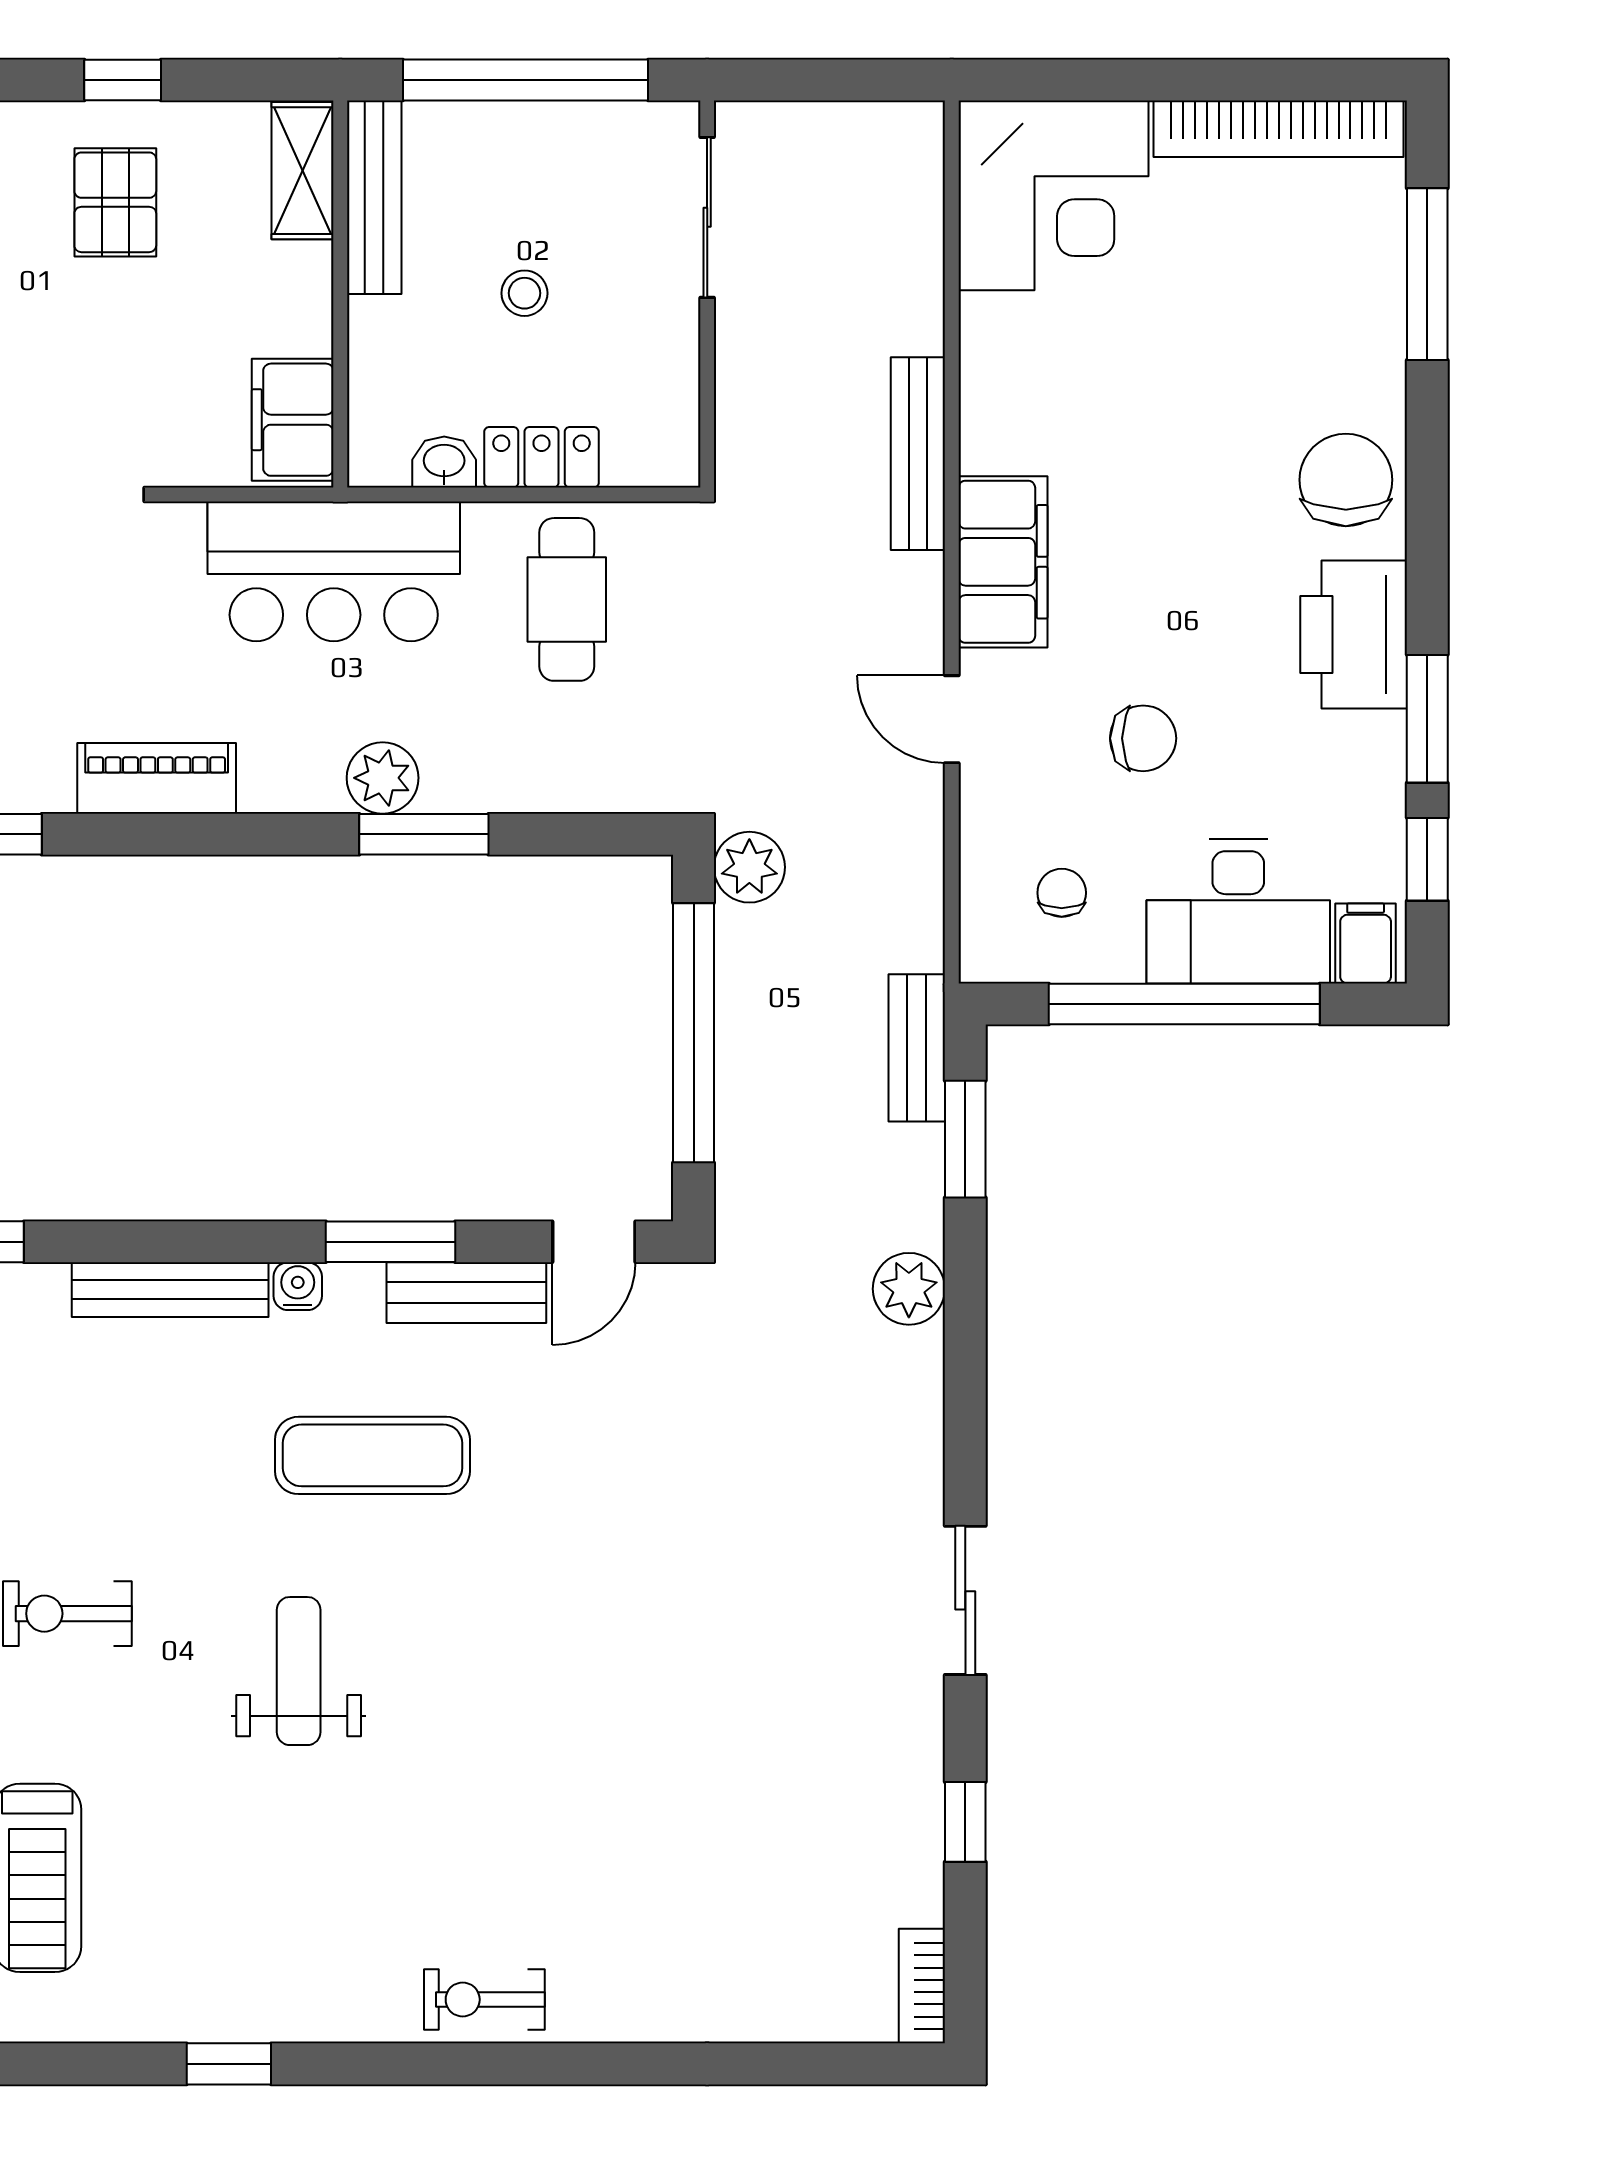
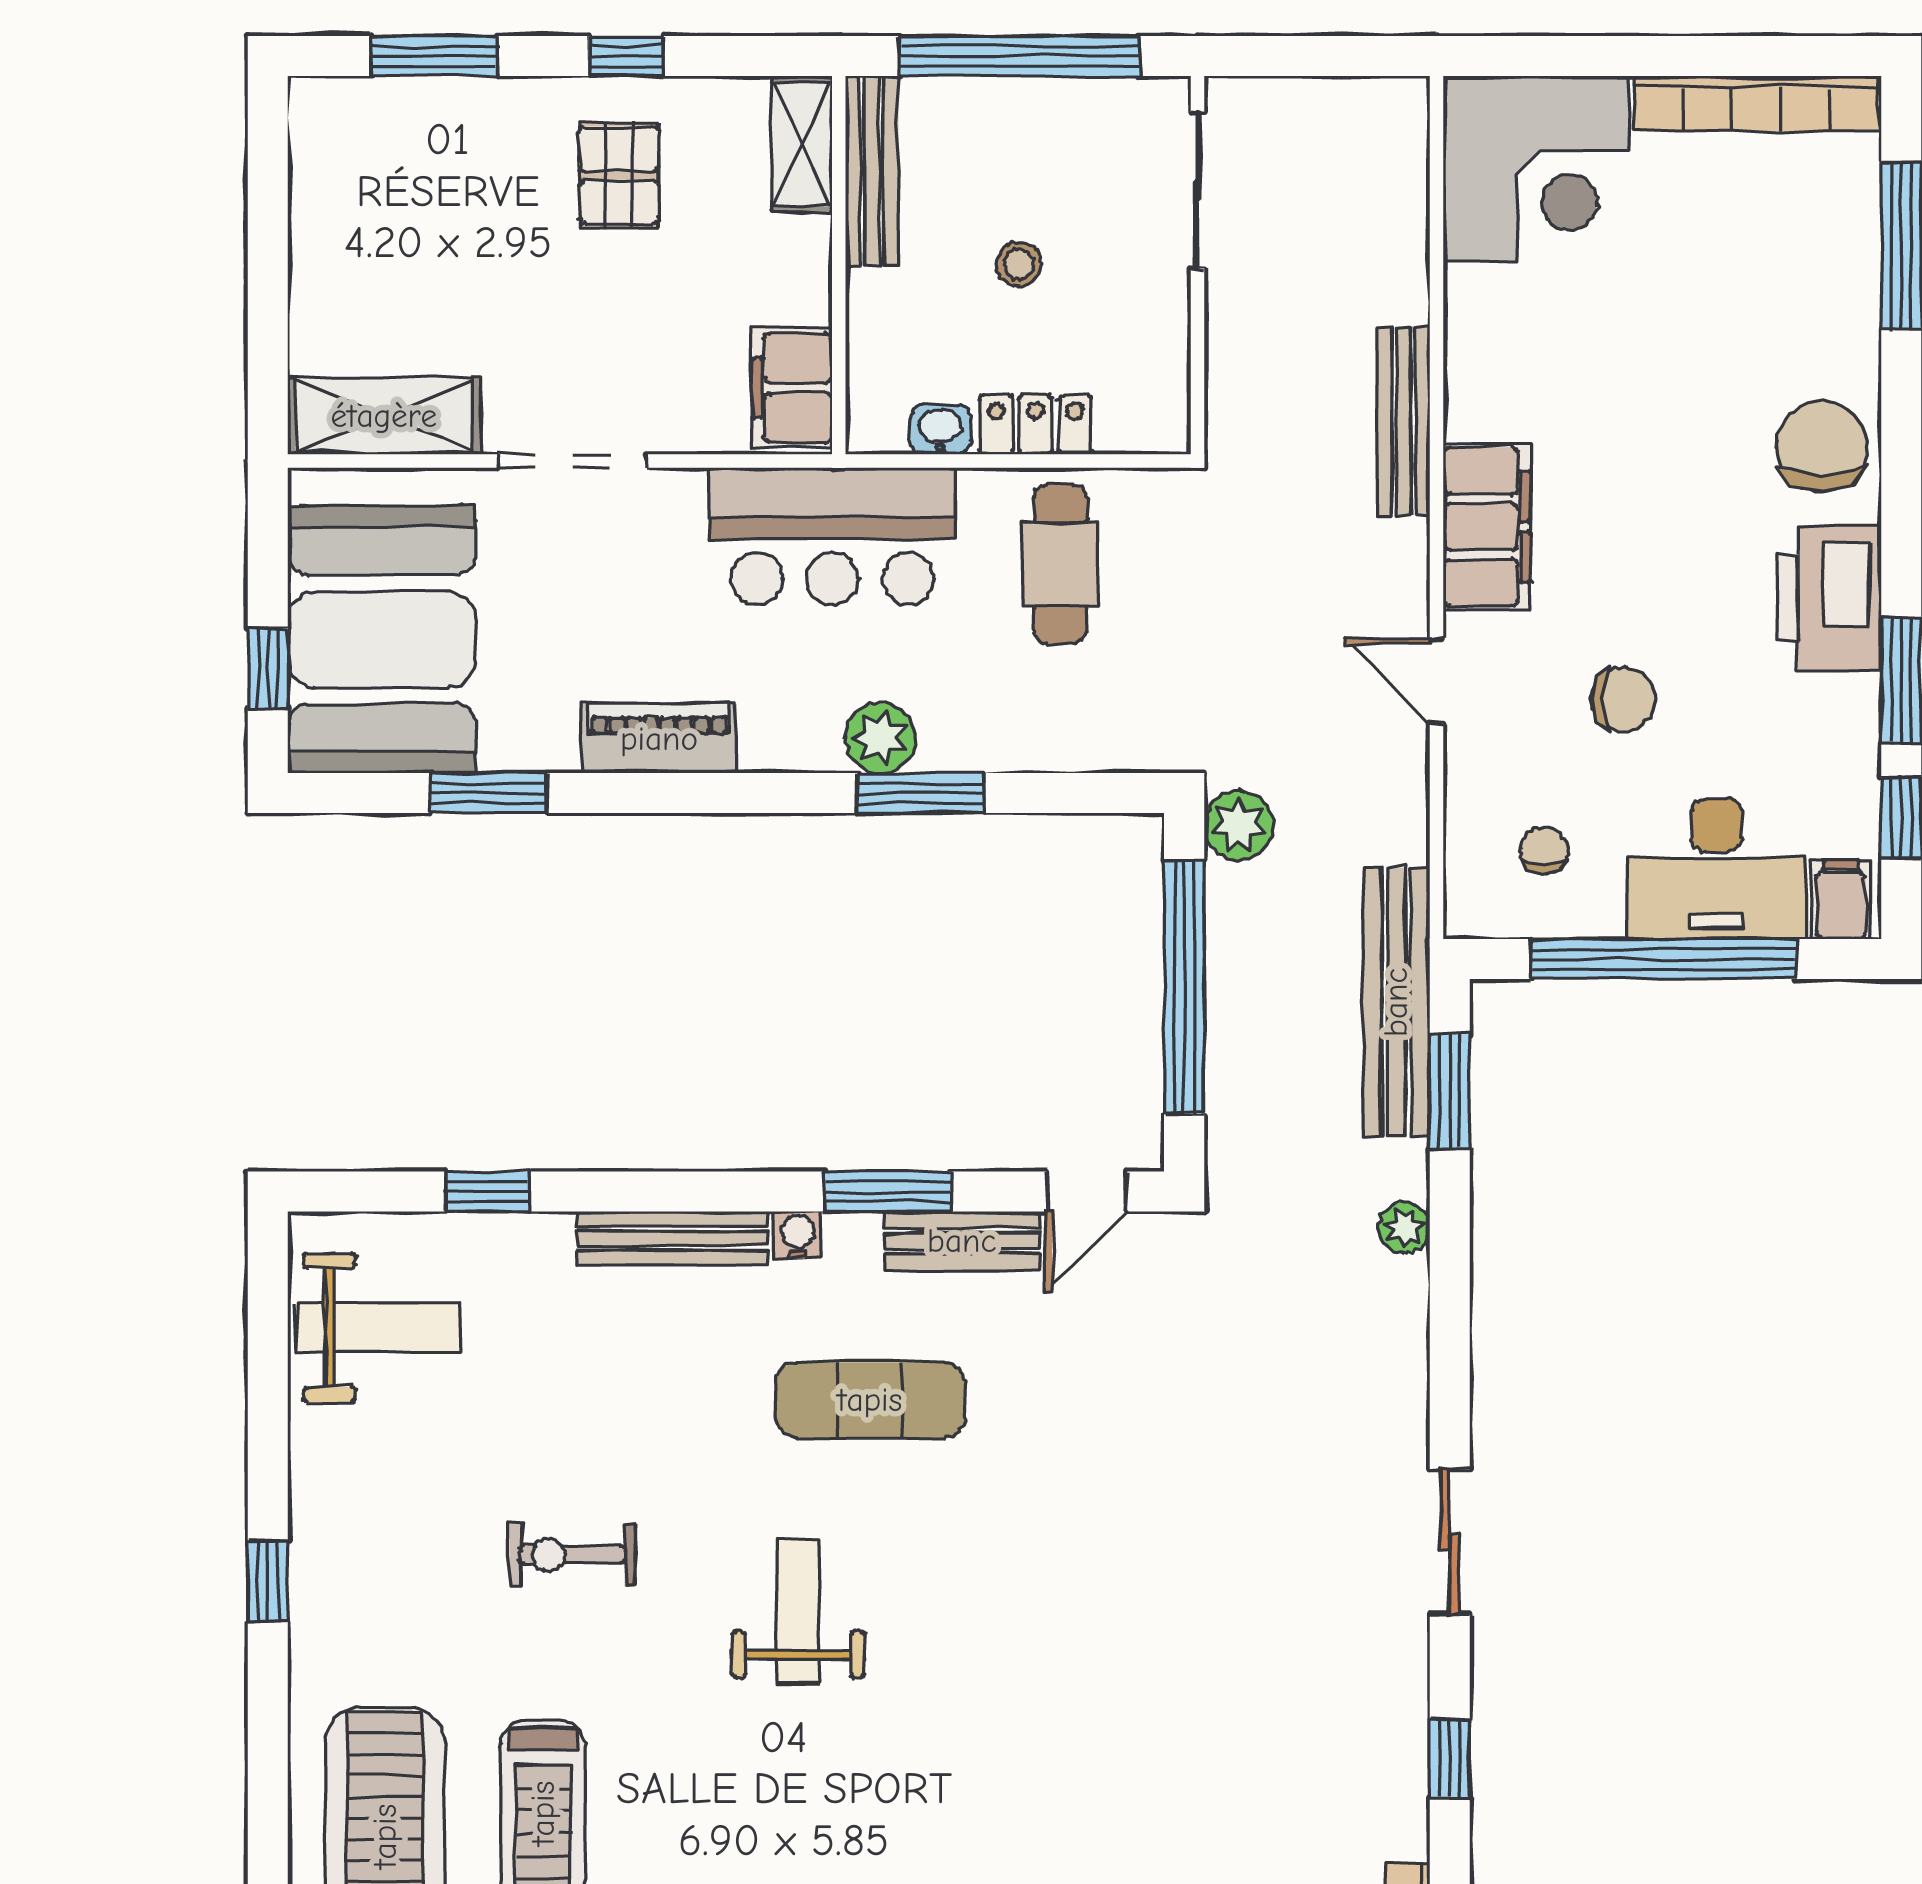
bench: (917, 1048) -> (1396, 1002), width x1.86, depth x1.21
plant: (909, 1289) -> (1404, 1228), width x0.73, depth x0.73

